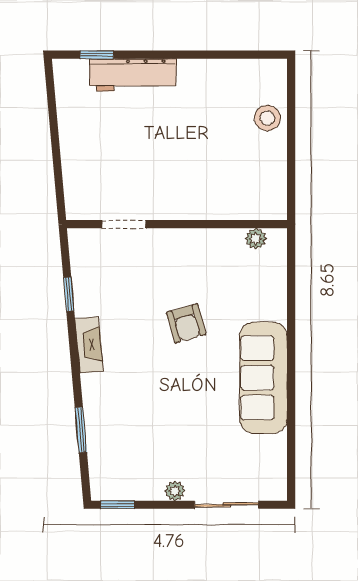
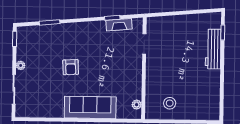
stool: (267, 118) -> (170, 103), moved
armchair: (186, 323) -> (71, 67), moved, turned -77
fireplace: (89, 345) -> (119, 25), moved
sofa: (263, 378) -> (90, 107), moved

